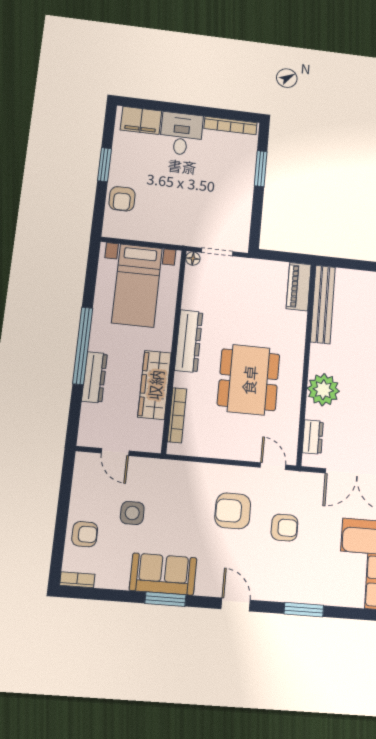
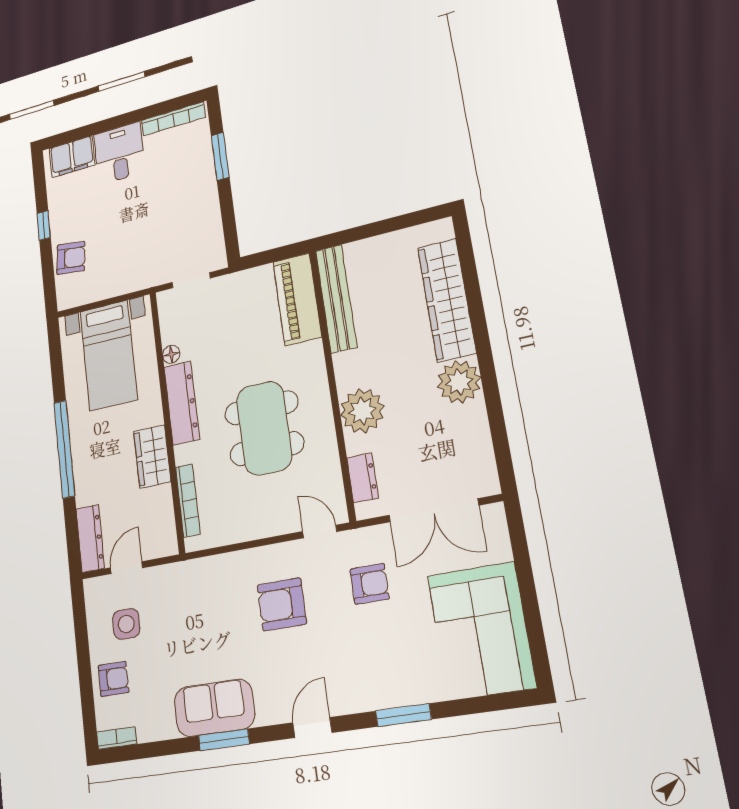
window: (104, 165) -> (44, 225), width x0.67
armchair: (122, 199) -> (71, 258), turned -83
floor lamp: (193, 259) -> (171, 354), moved
piano: (299, 287) -> (297, 299), width x1.37, depth x1.33
dresser: (94, 377) -> (90, 538), moved
wardrobe: (155, 385) -> (152, 456), width x0.67
door: (115, 452) -> (127, 568), swing flipped
side table: (132, 513) -> (126, 624), moved
armchair: (284, 528) -> (370, 584), moved
door: (236, 604) -> (312, 728), hinge flipped

